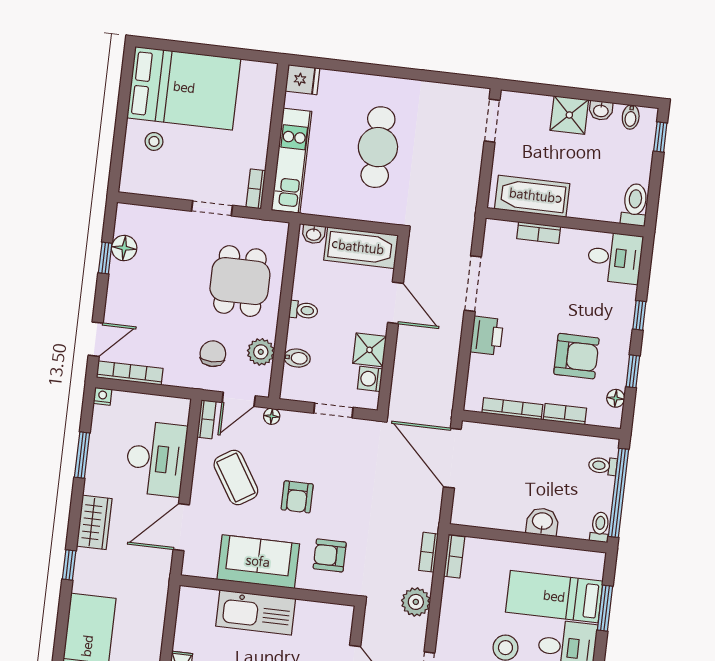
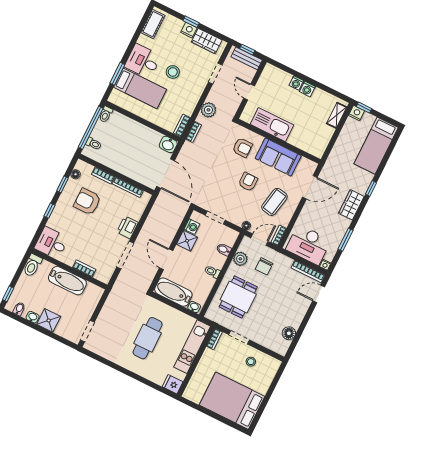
stool: (154, 141) -> (251, 362), moved
bathtub: (532, 196) -> (67, 281), moved
window: (105, 258) -> (300, 332), removed
desk: (156, 459) -> (308, 245), moved, turned -90
coffee table: (236, 478) -> (274, 202), turned 43
washbasin: (542, 522) -> (168, 144), moved
kitchen sink: (256, 612) -> (272, 125), moved

